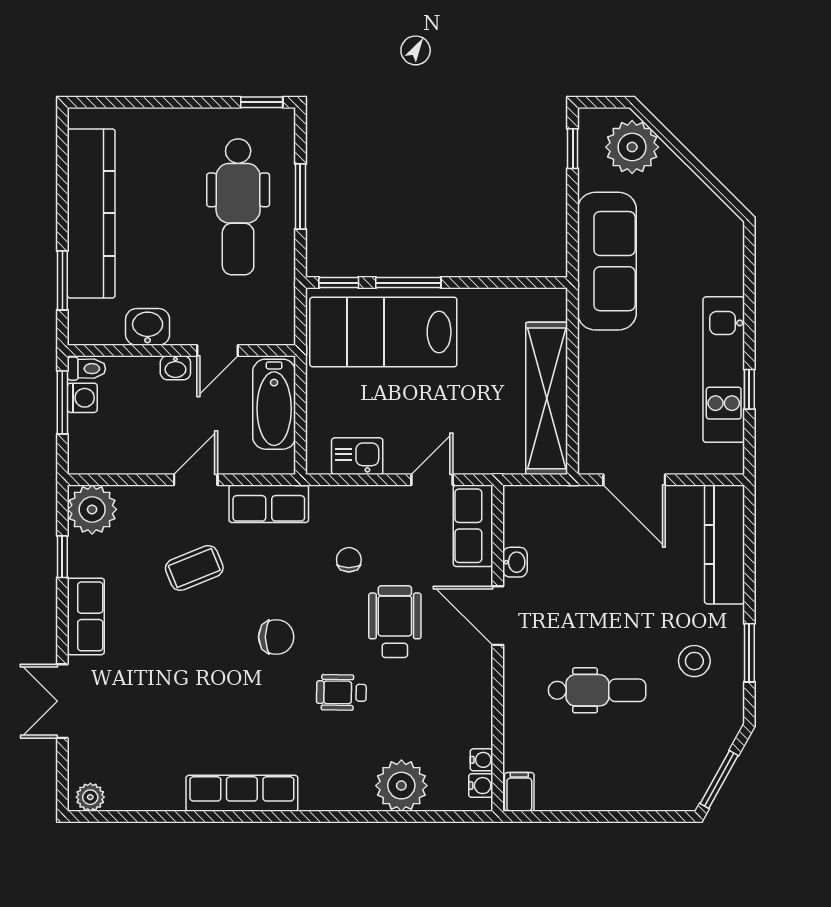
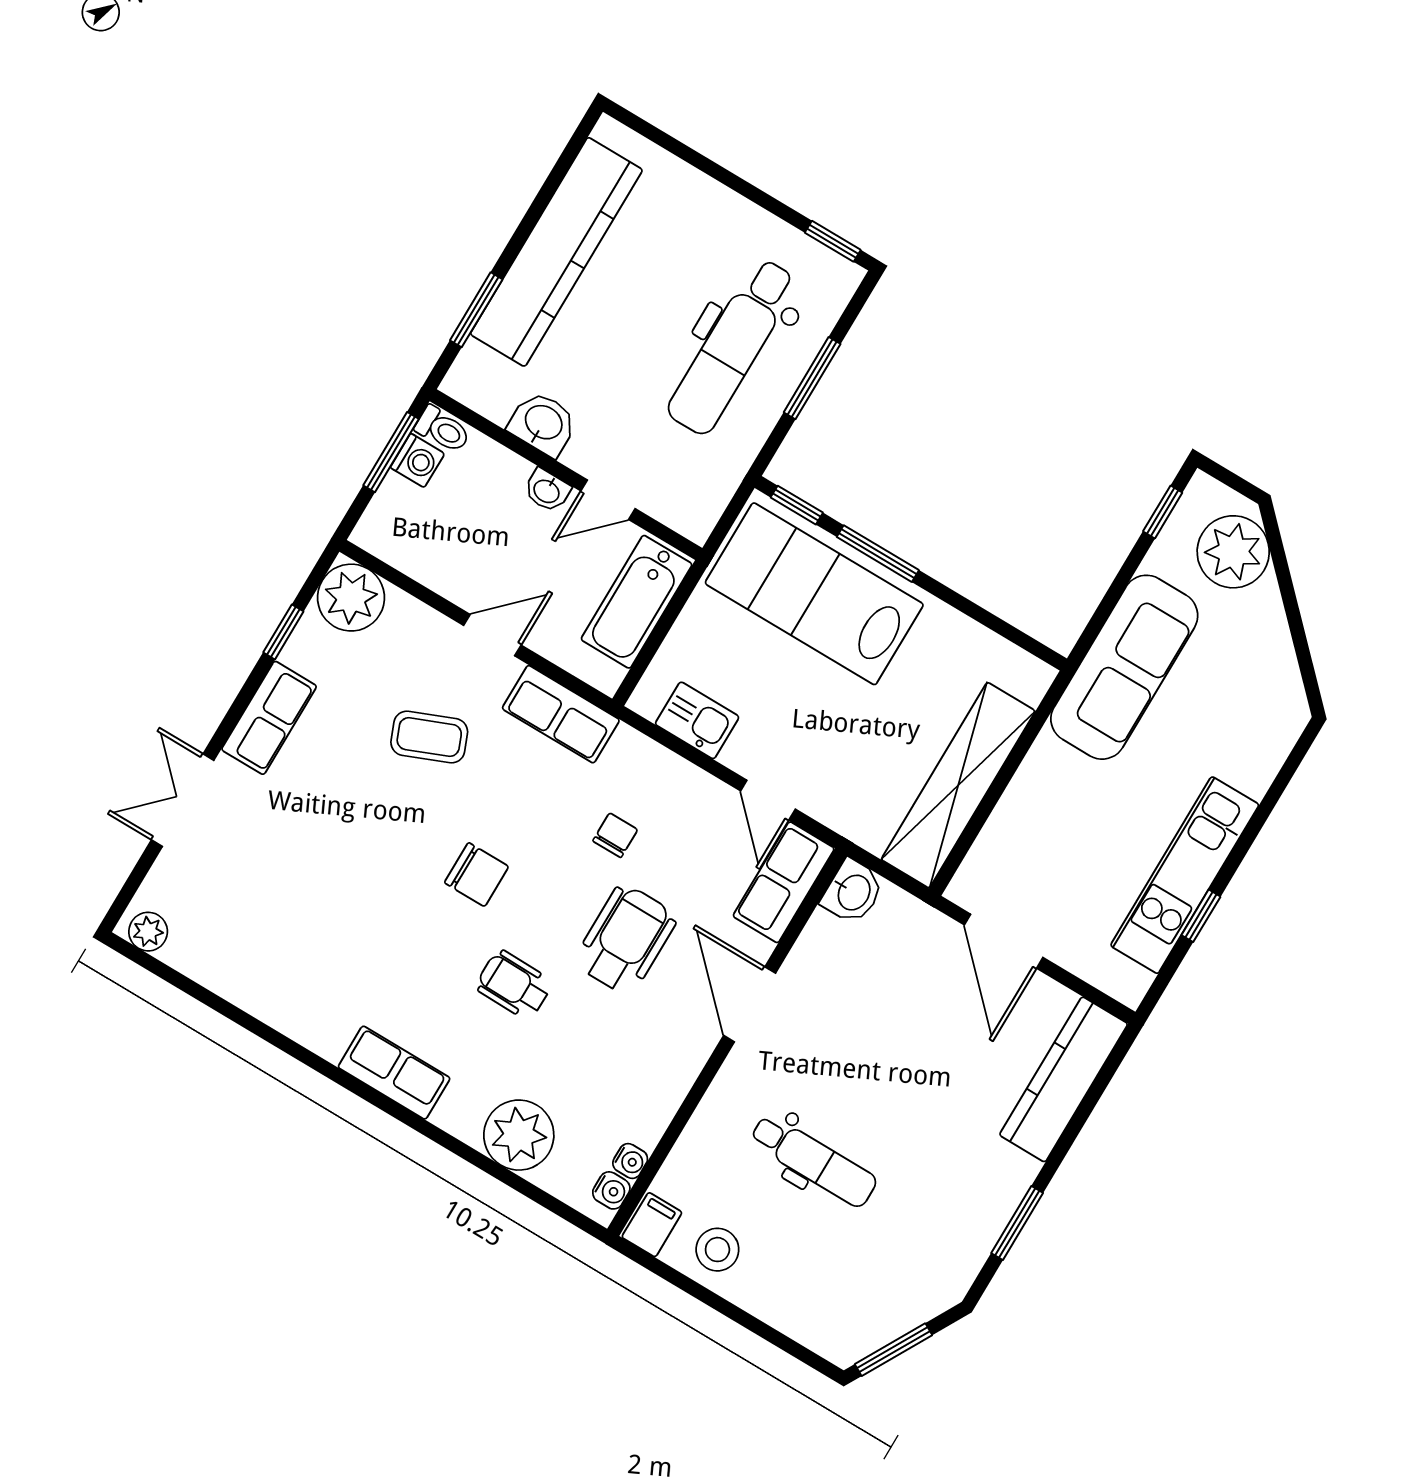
door: (432, 480) -> (768, 800), swing flipped
washbasin: (515, 562) -> (853, 892), moved, width x1.38, depth x1.45
stool: (694, 661) -> (717, 1250), moved
row of seats: (242, 793) -> (394, 1073), moved, width x0.68

